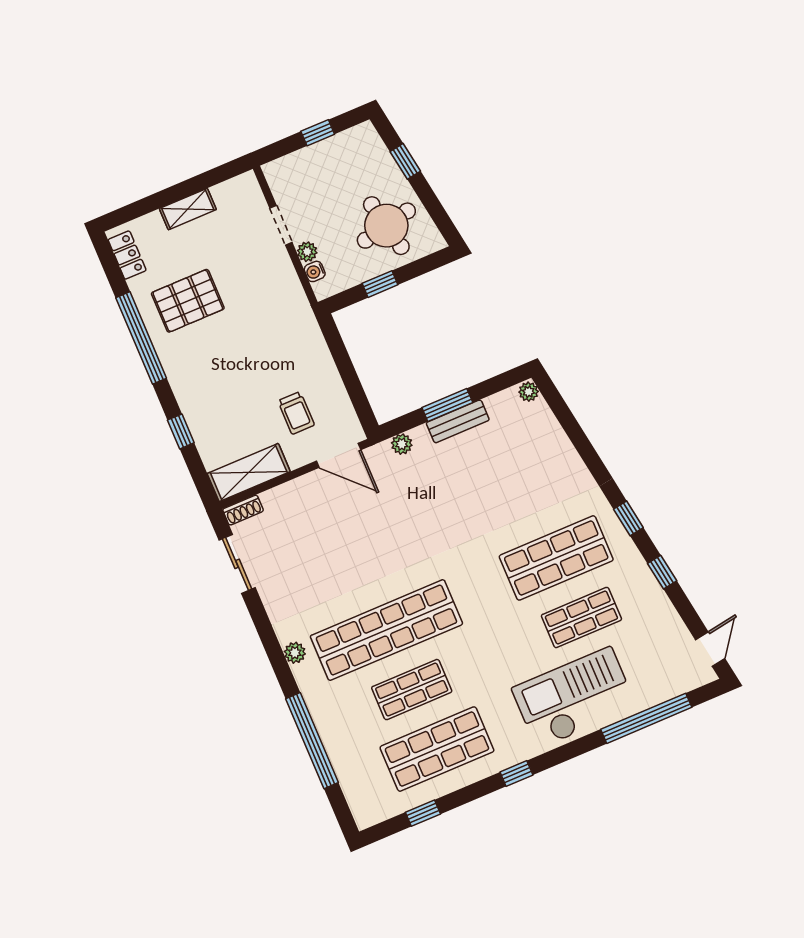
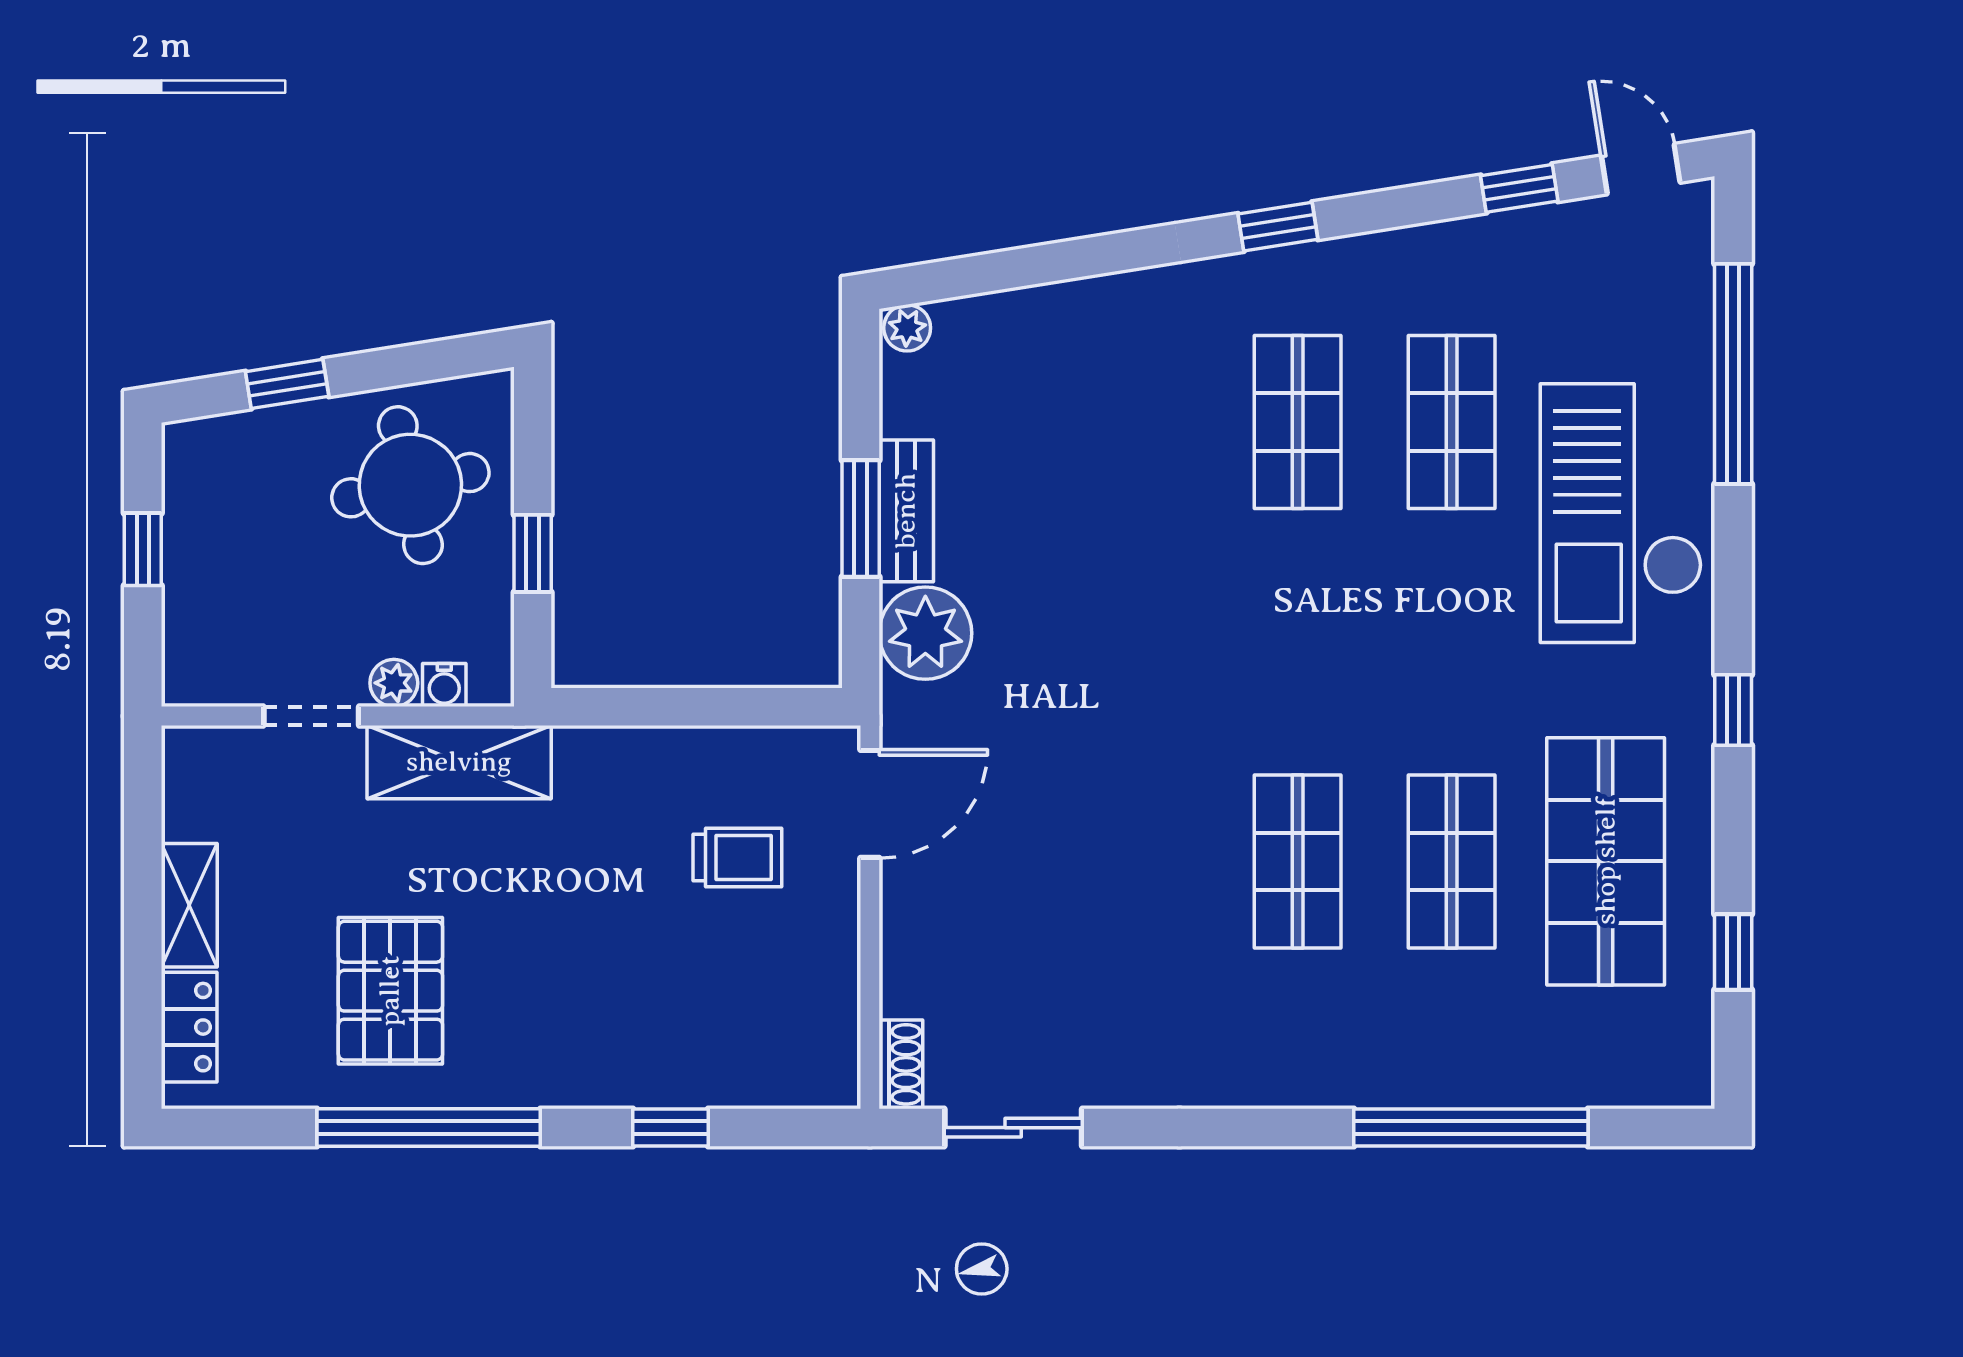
locker: (127, 255) -> (189, 1027), moved, turned 90
plant: (402, 444) -> (925, 633), width x1.87, depth x1.87
shelving: (249, 473) -> (459, 762), moved, turned 90
shop shelf: (556, 558) -> (1298, 422), width x0.70, depth x0.74
window: (662, 572) -> (1519, 188), moved
shop shelf: (386, 630) -> (1298, 861), width x0.50, depth x0.74
plant: (295, 653) -> (1262, 1084), removed

